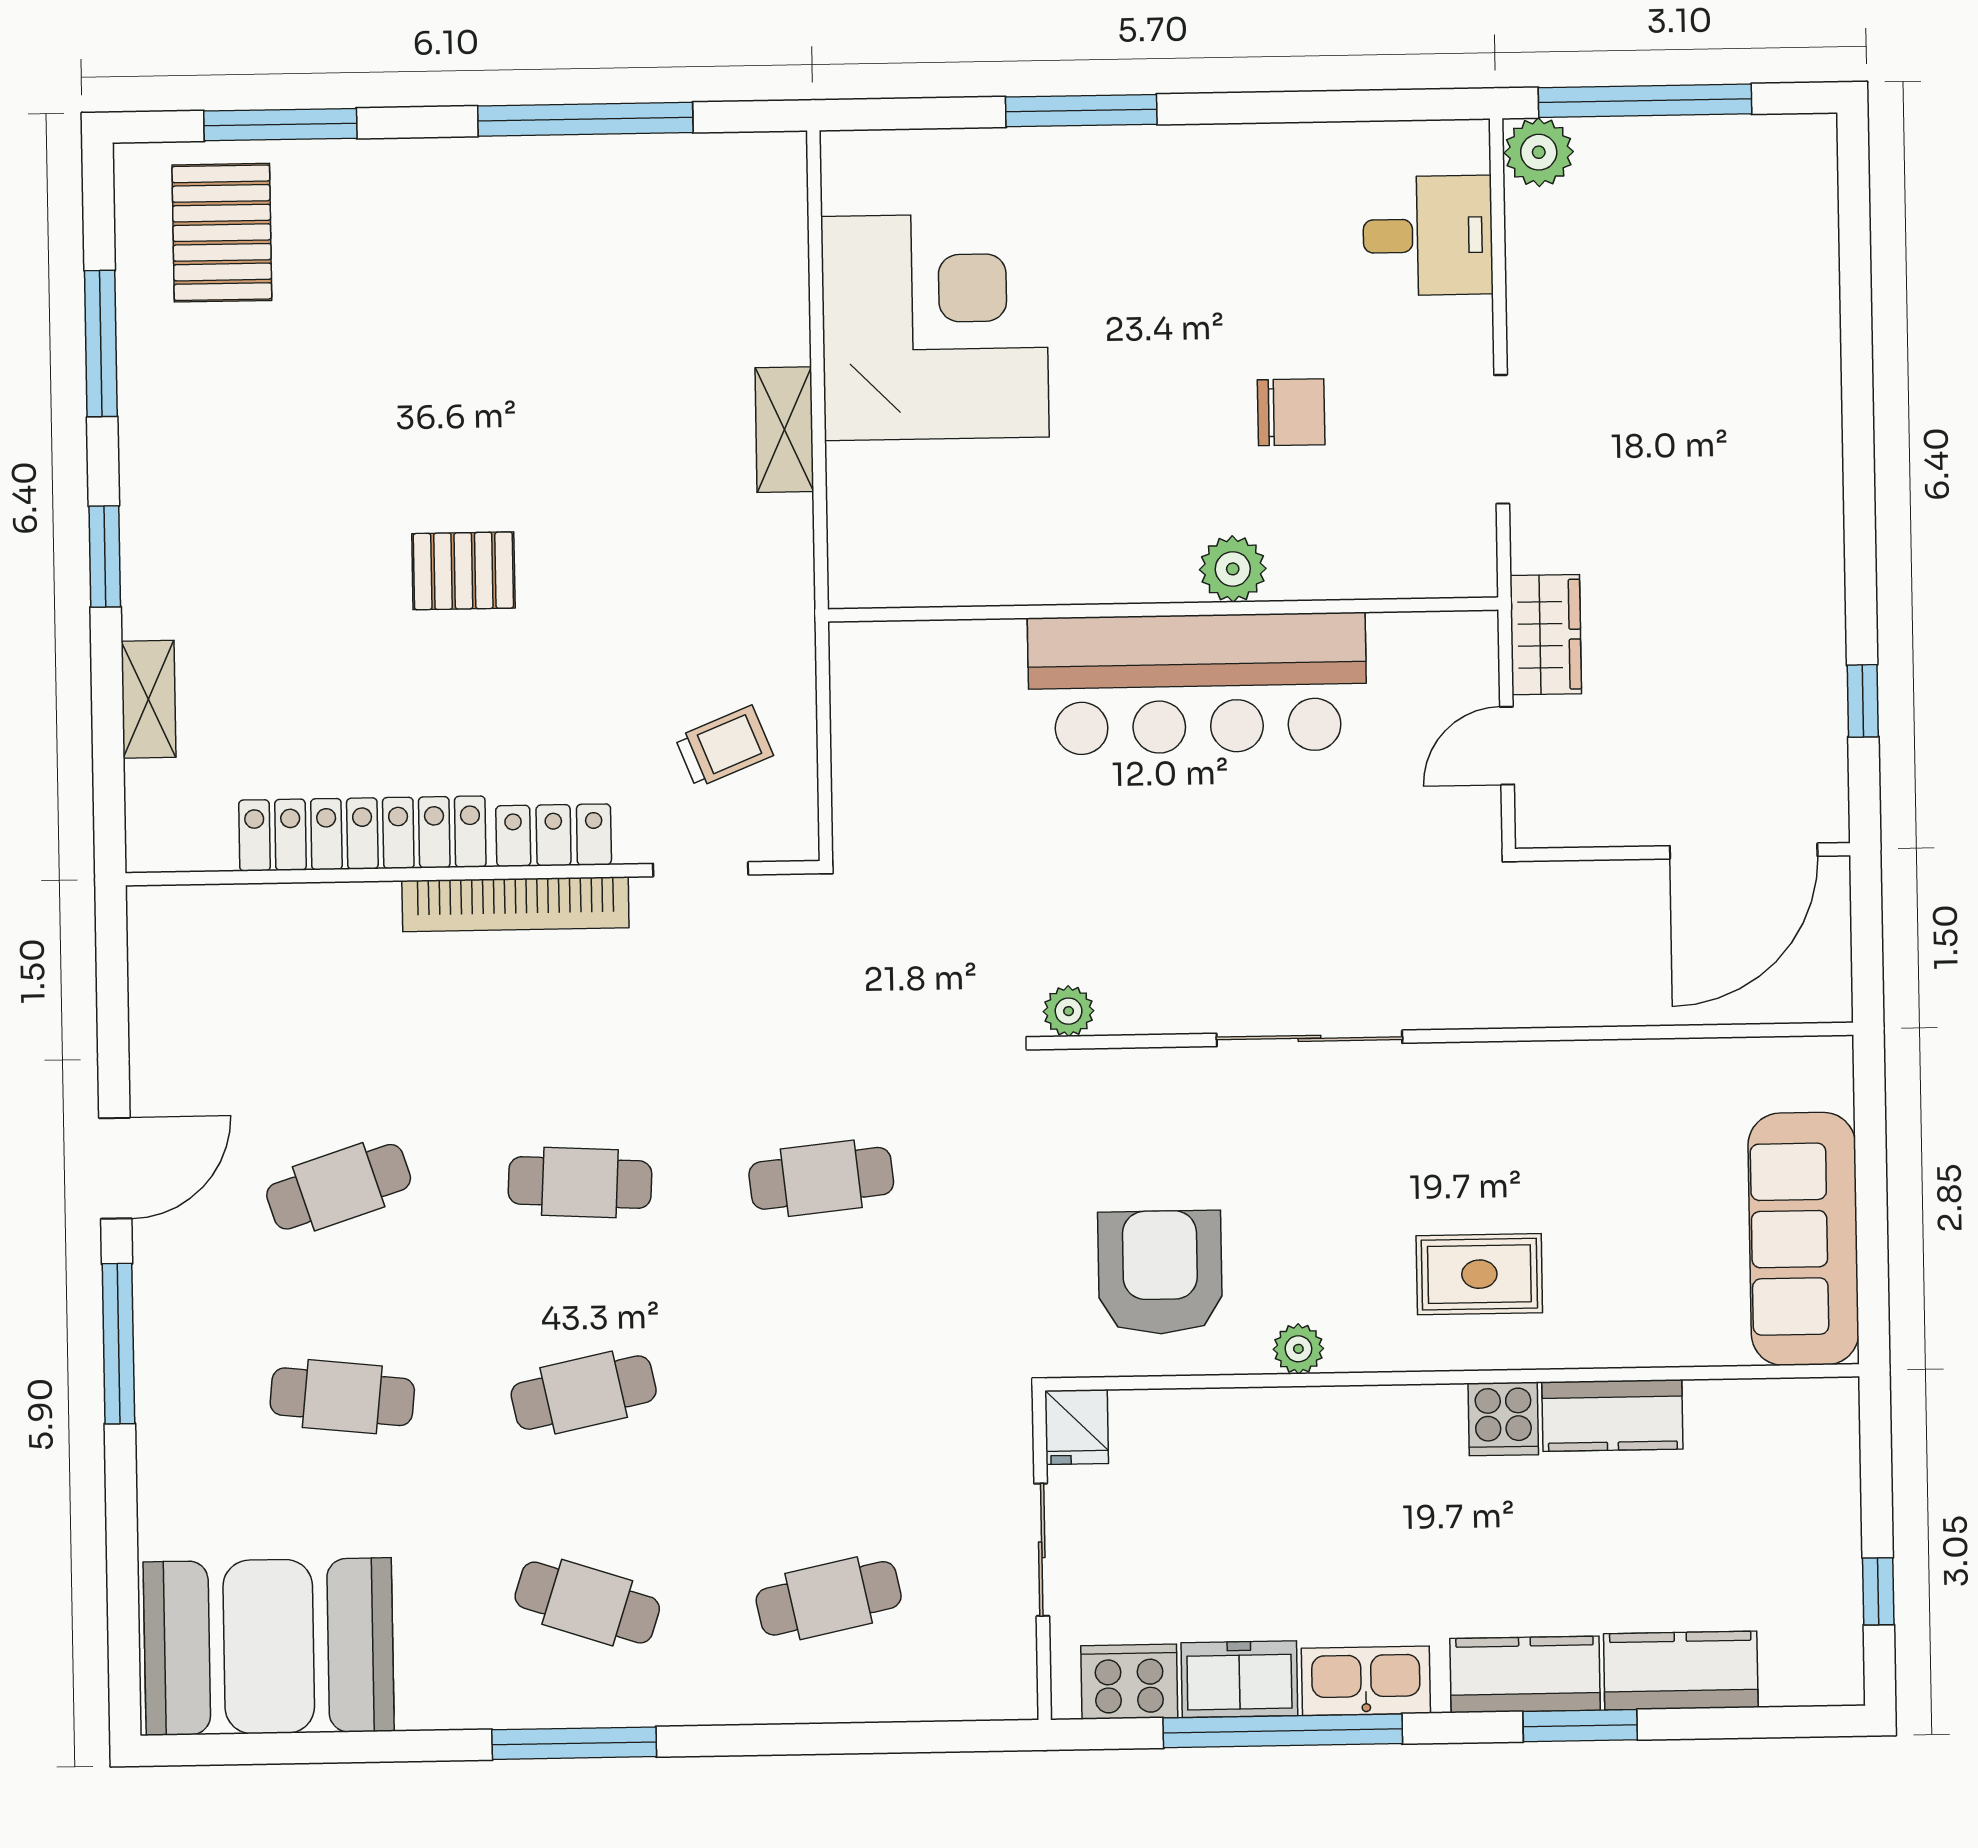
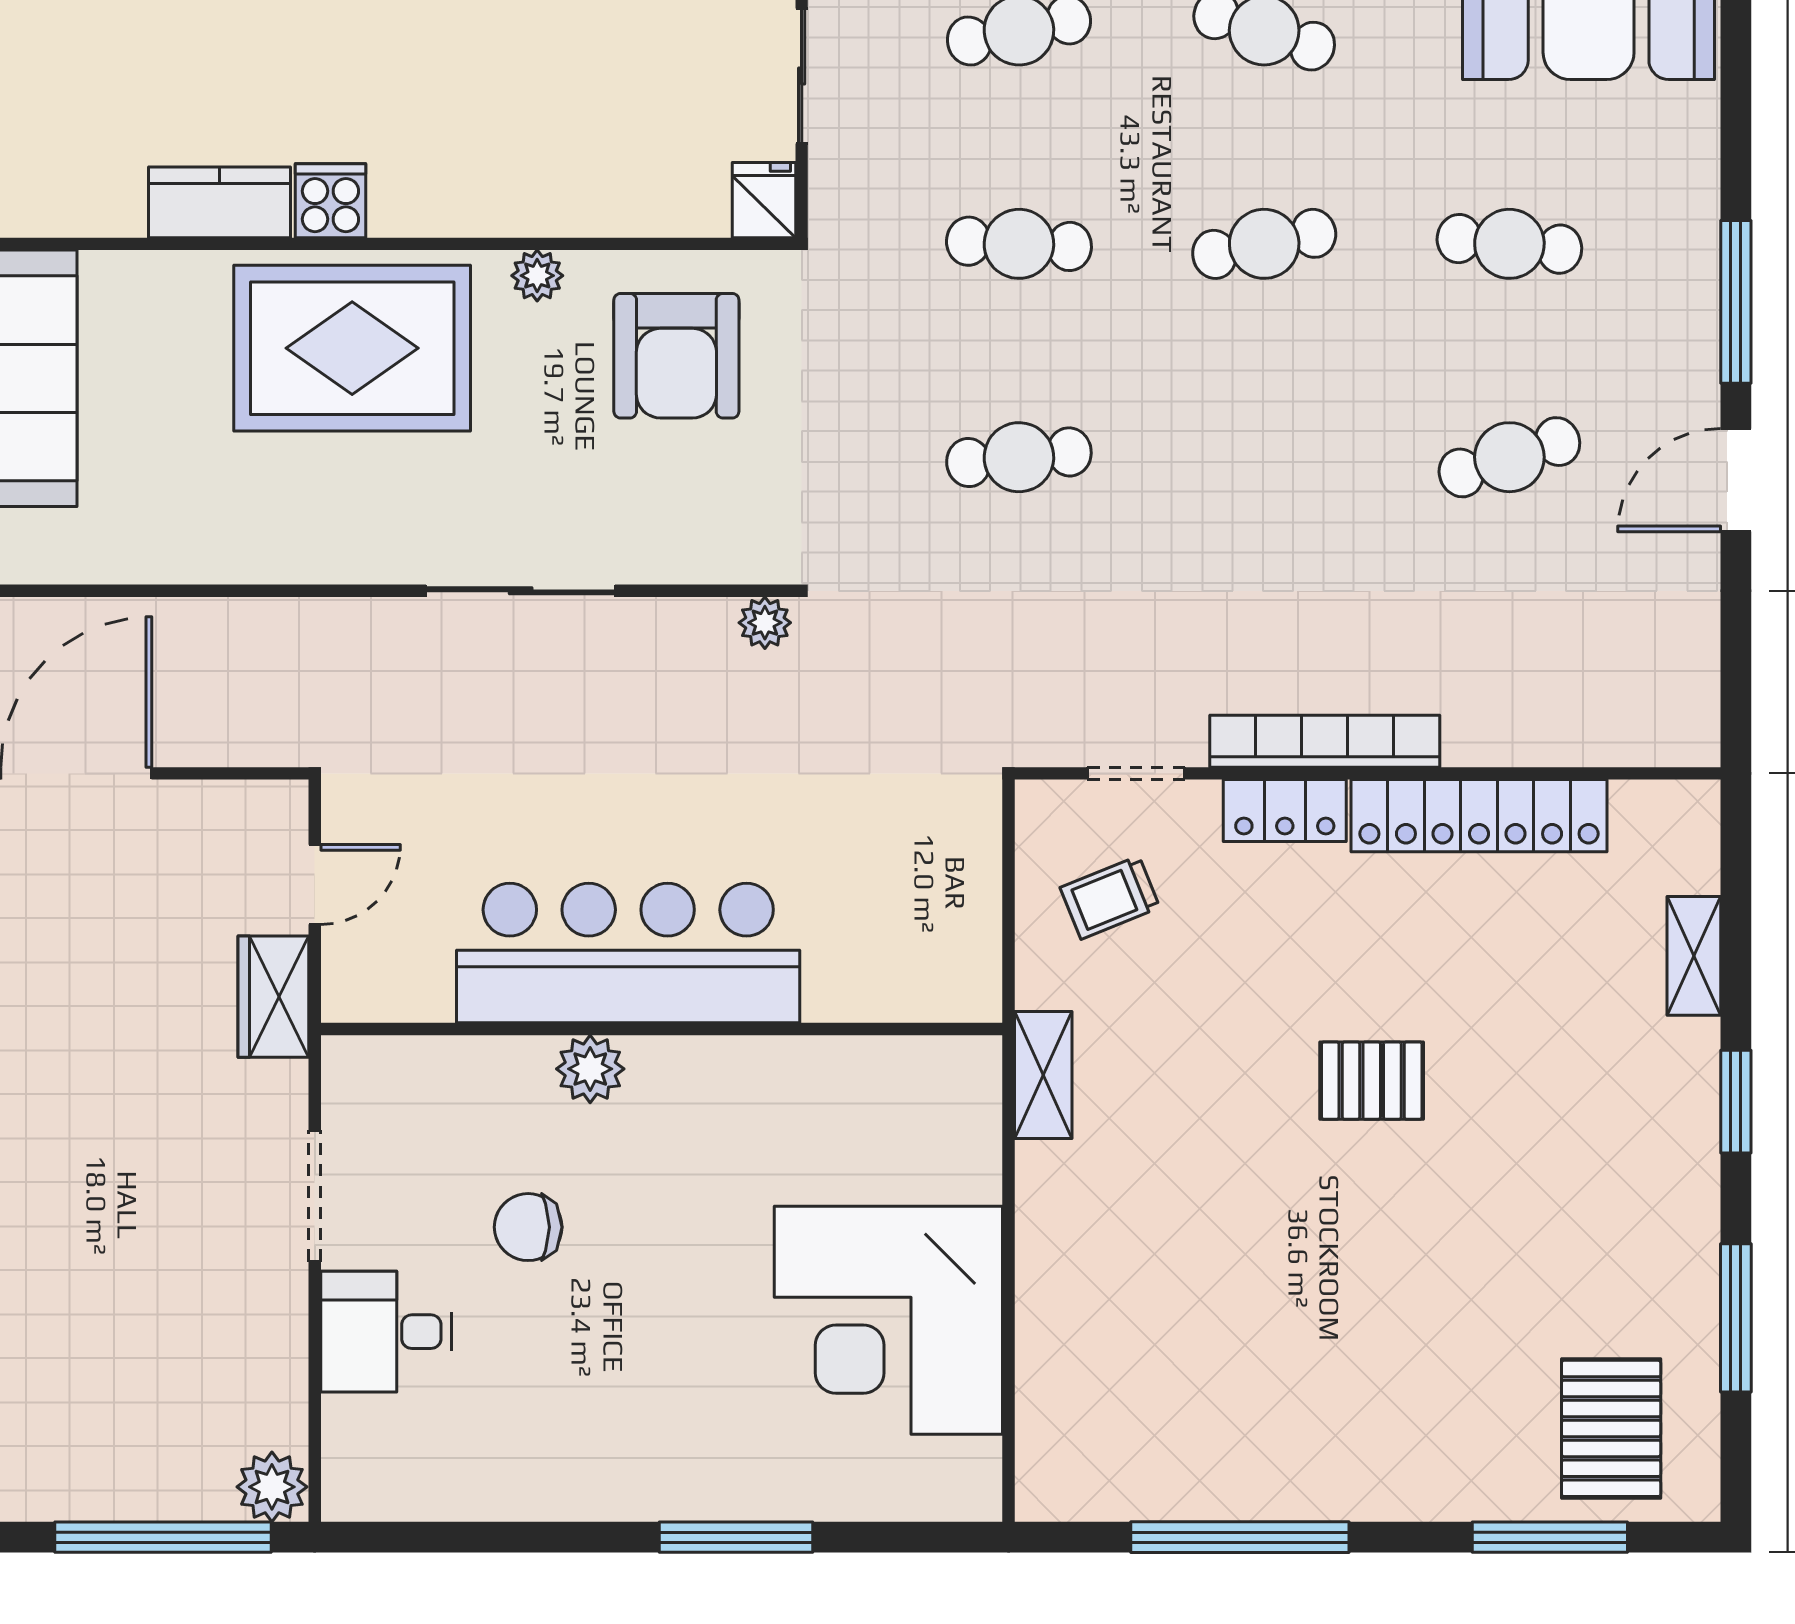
desk: (1428, 236) -> (386, 1332), moved
shelving: (784, 430) -> (1043, 1075), moved
cafe table: (580, 1183) -> (1019, 244), moved
rug: (1479, 1274) -> (352, 348), width x1.86, depth x2.06

